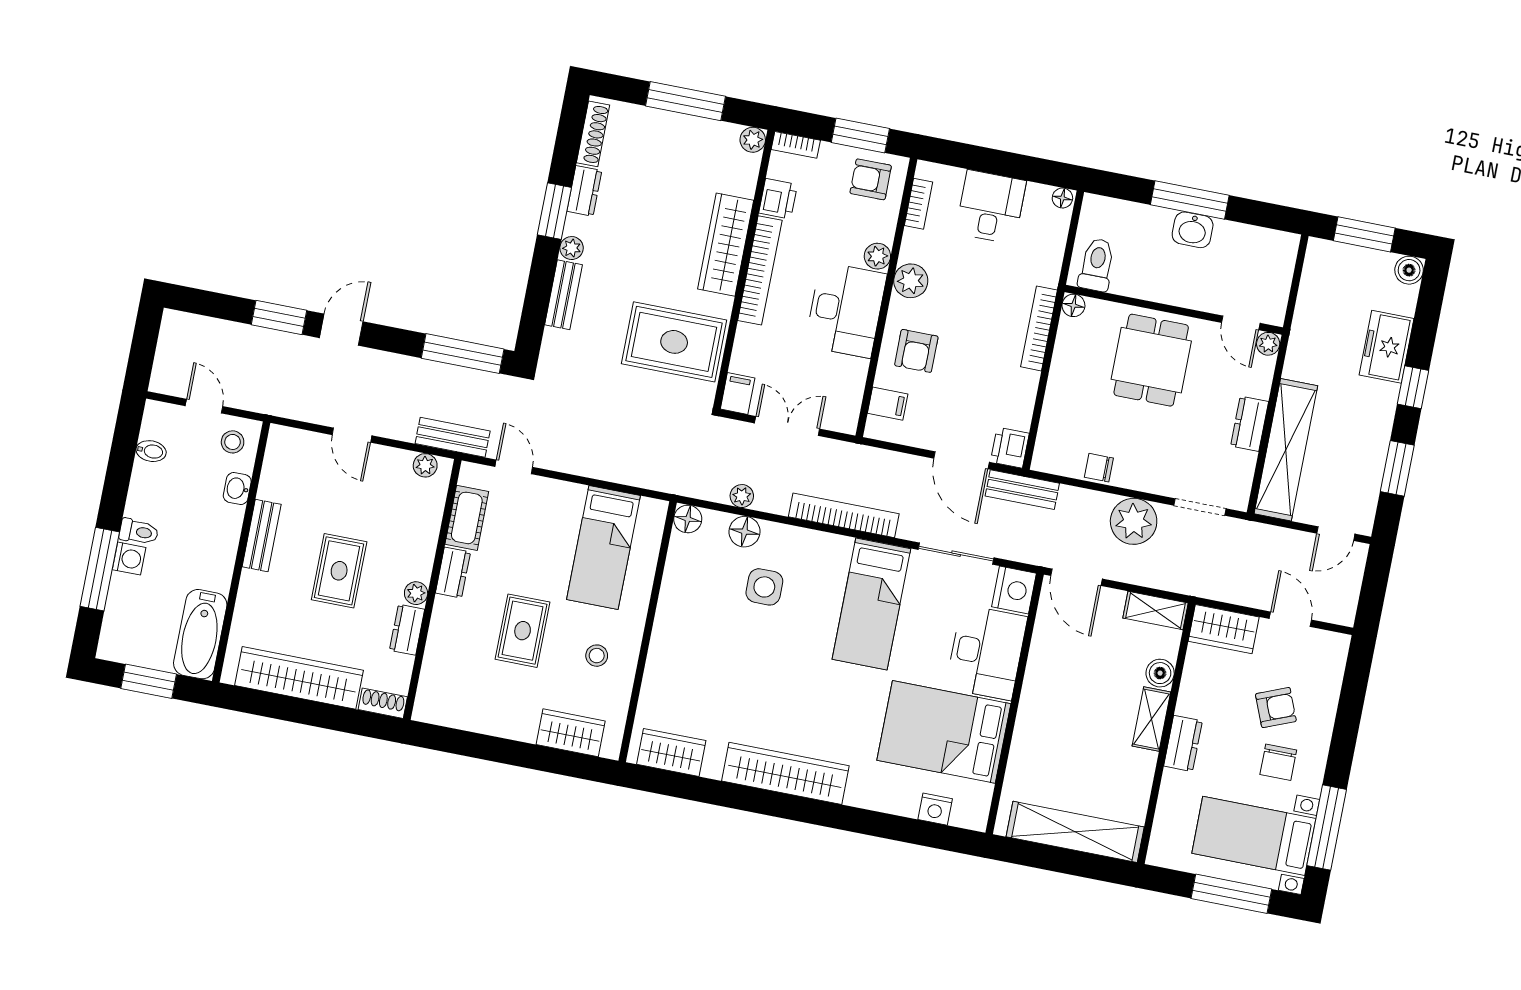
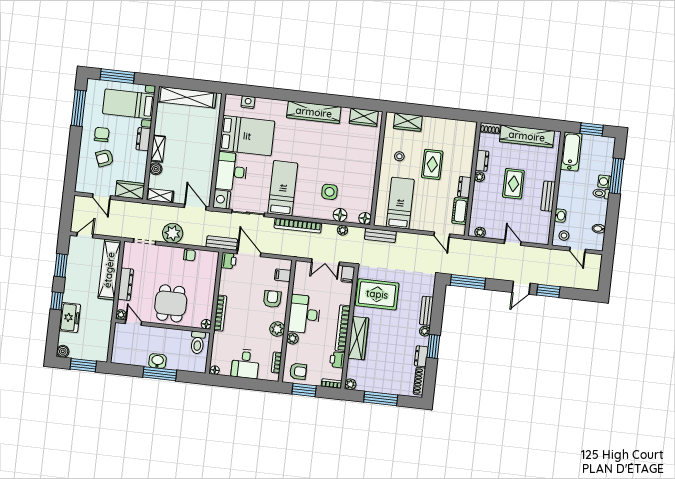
dresser: (1250, 424) -> (126, 284), width x1.44
bench: (453, 437) -> (380, 235), moved
bed with nightstands: (1254, 836) -> (129, 104), moved, turned 180

